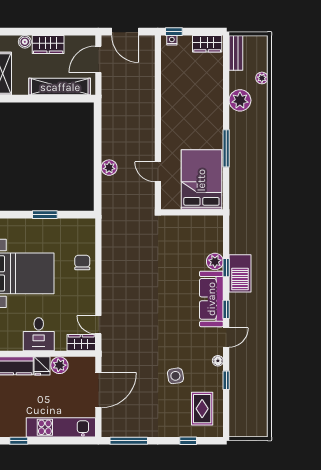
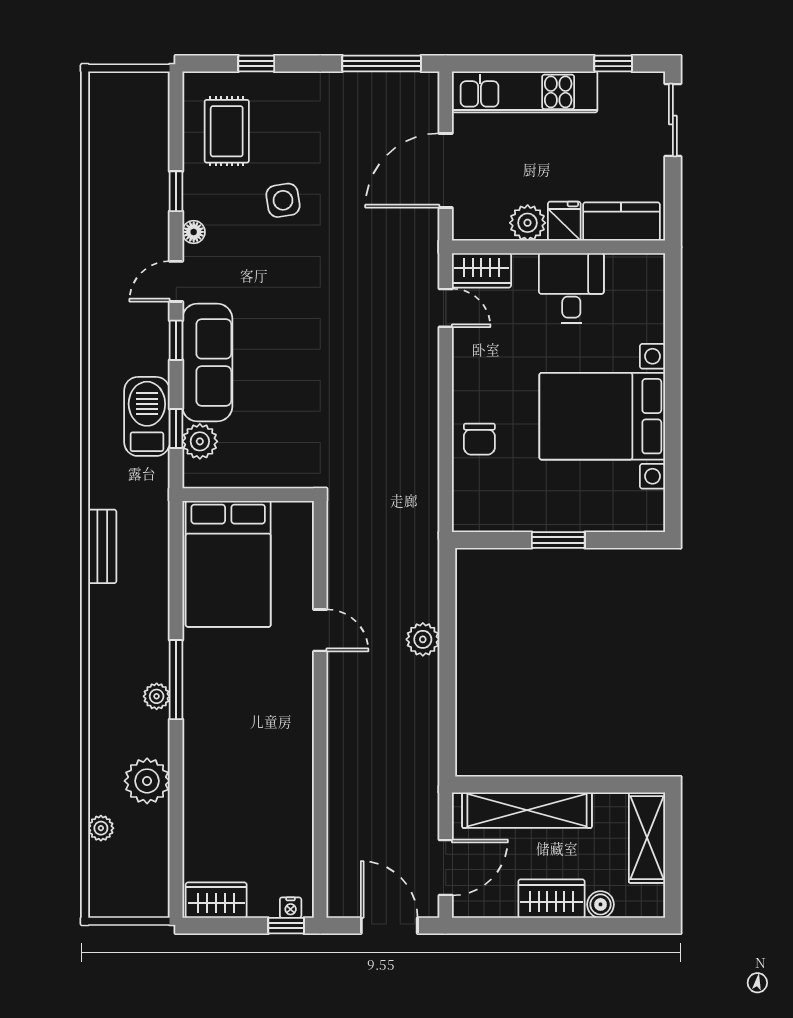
bench: (236, 53) -> (102, 546), moved
plant: (235, 141) -> (157, 696), added
bed: (201, 180) -> (228, 564), moved
wall: (192, 212) -> (248, 495), moved

